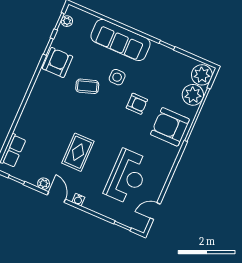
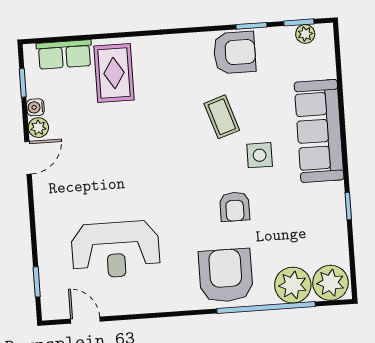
rug: (78, 152) -> (114, 73), moved, turned 90
water cooler: (78, 200) -> (35, 107), moved

